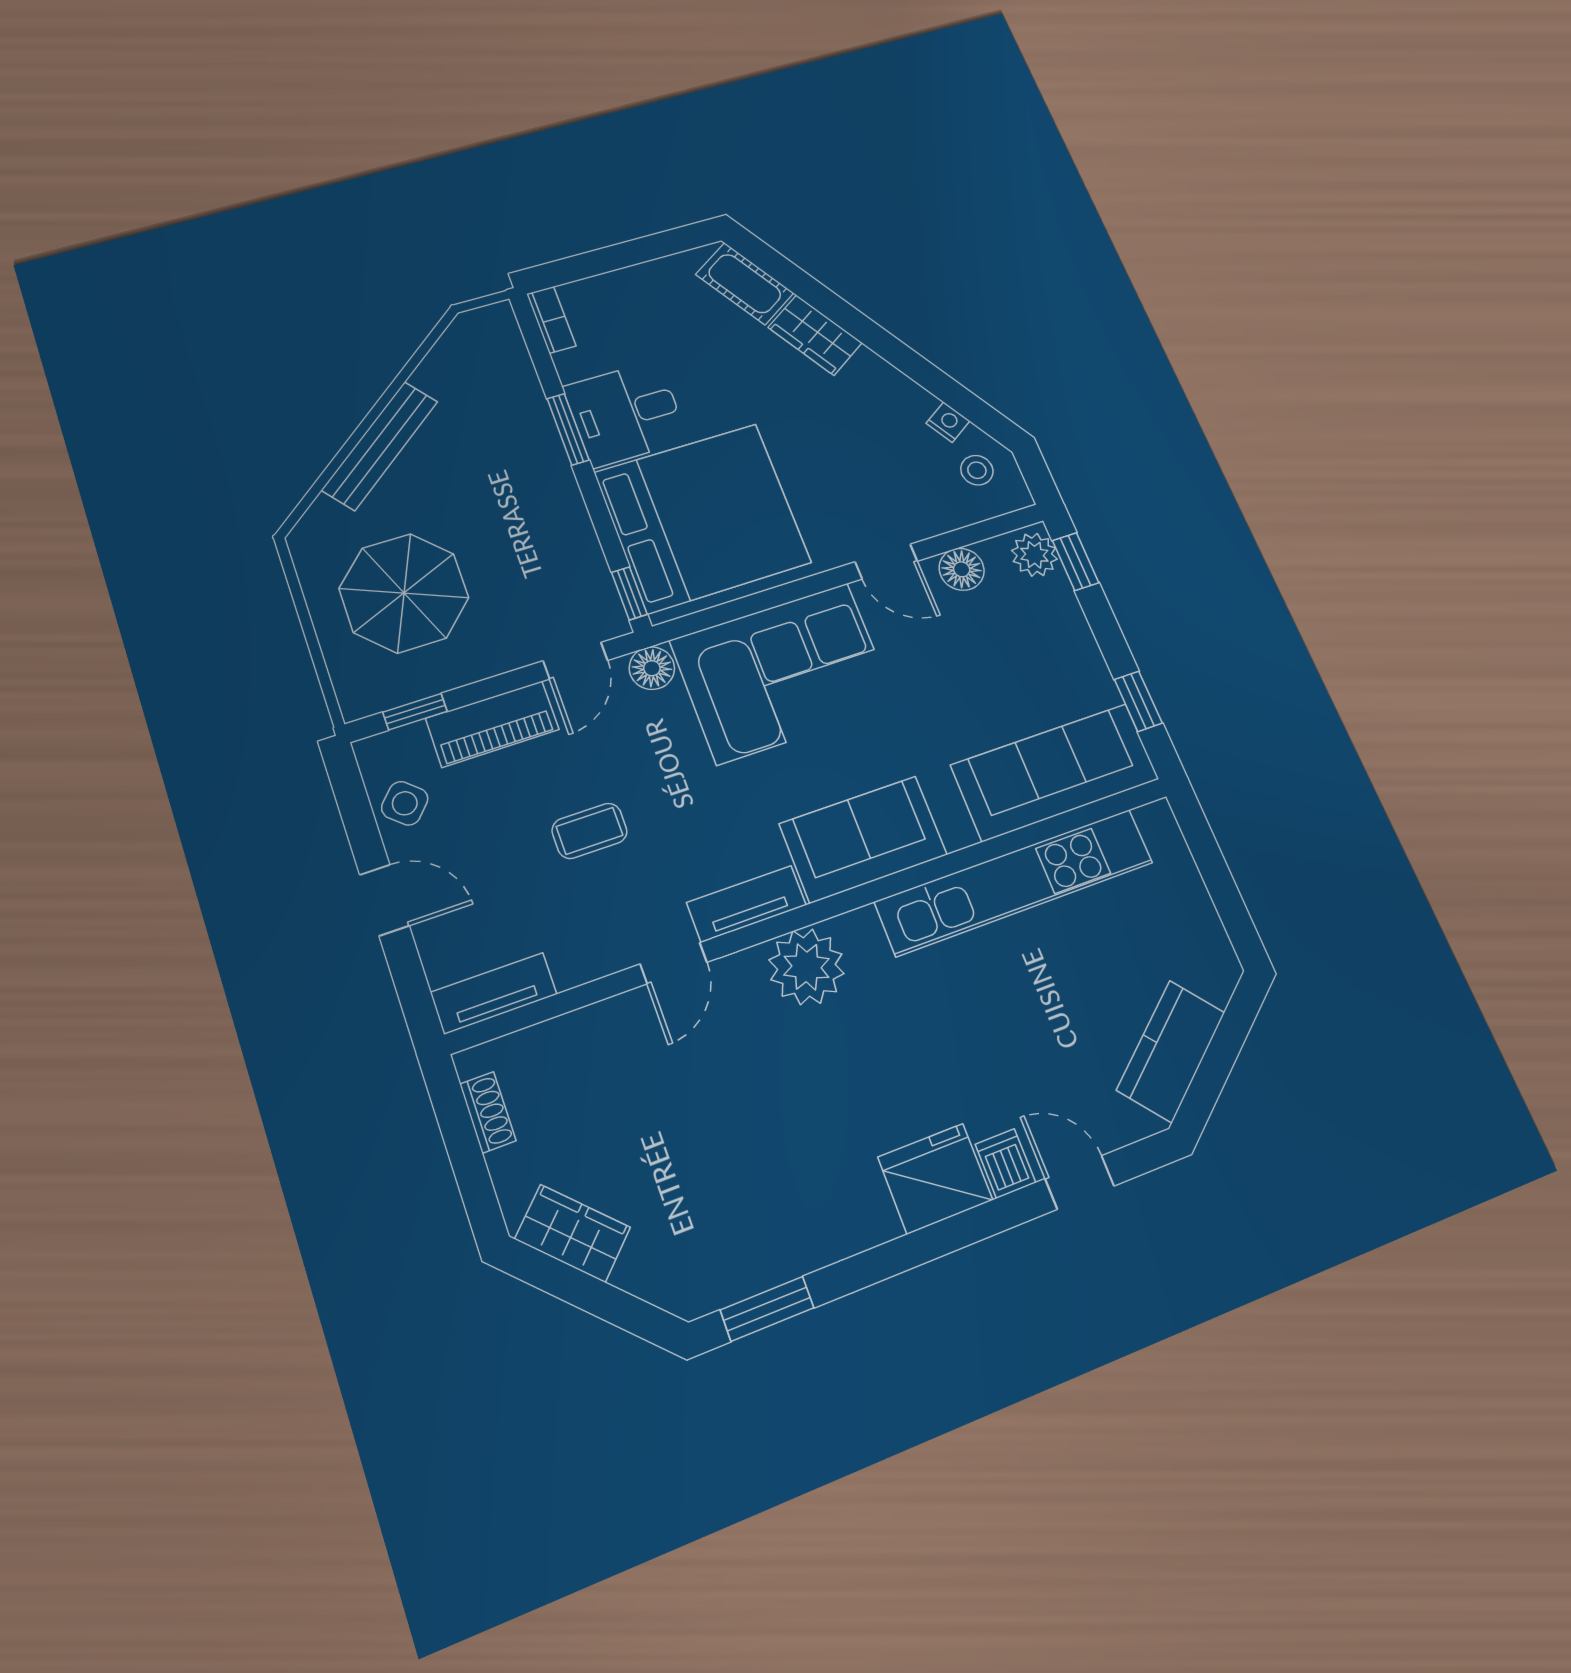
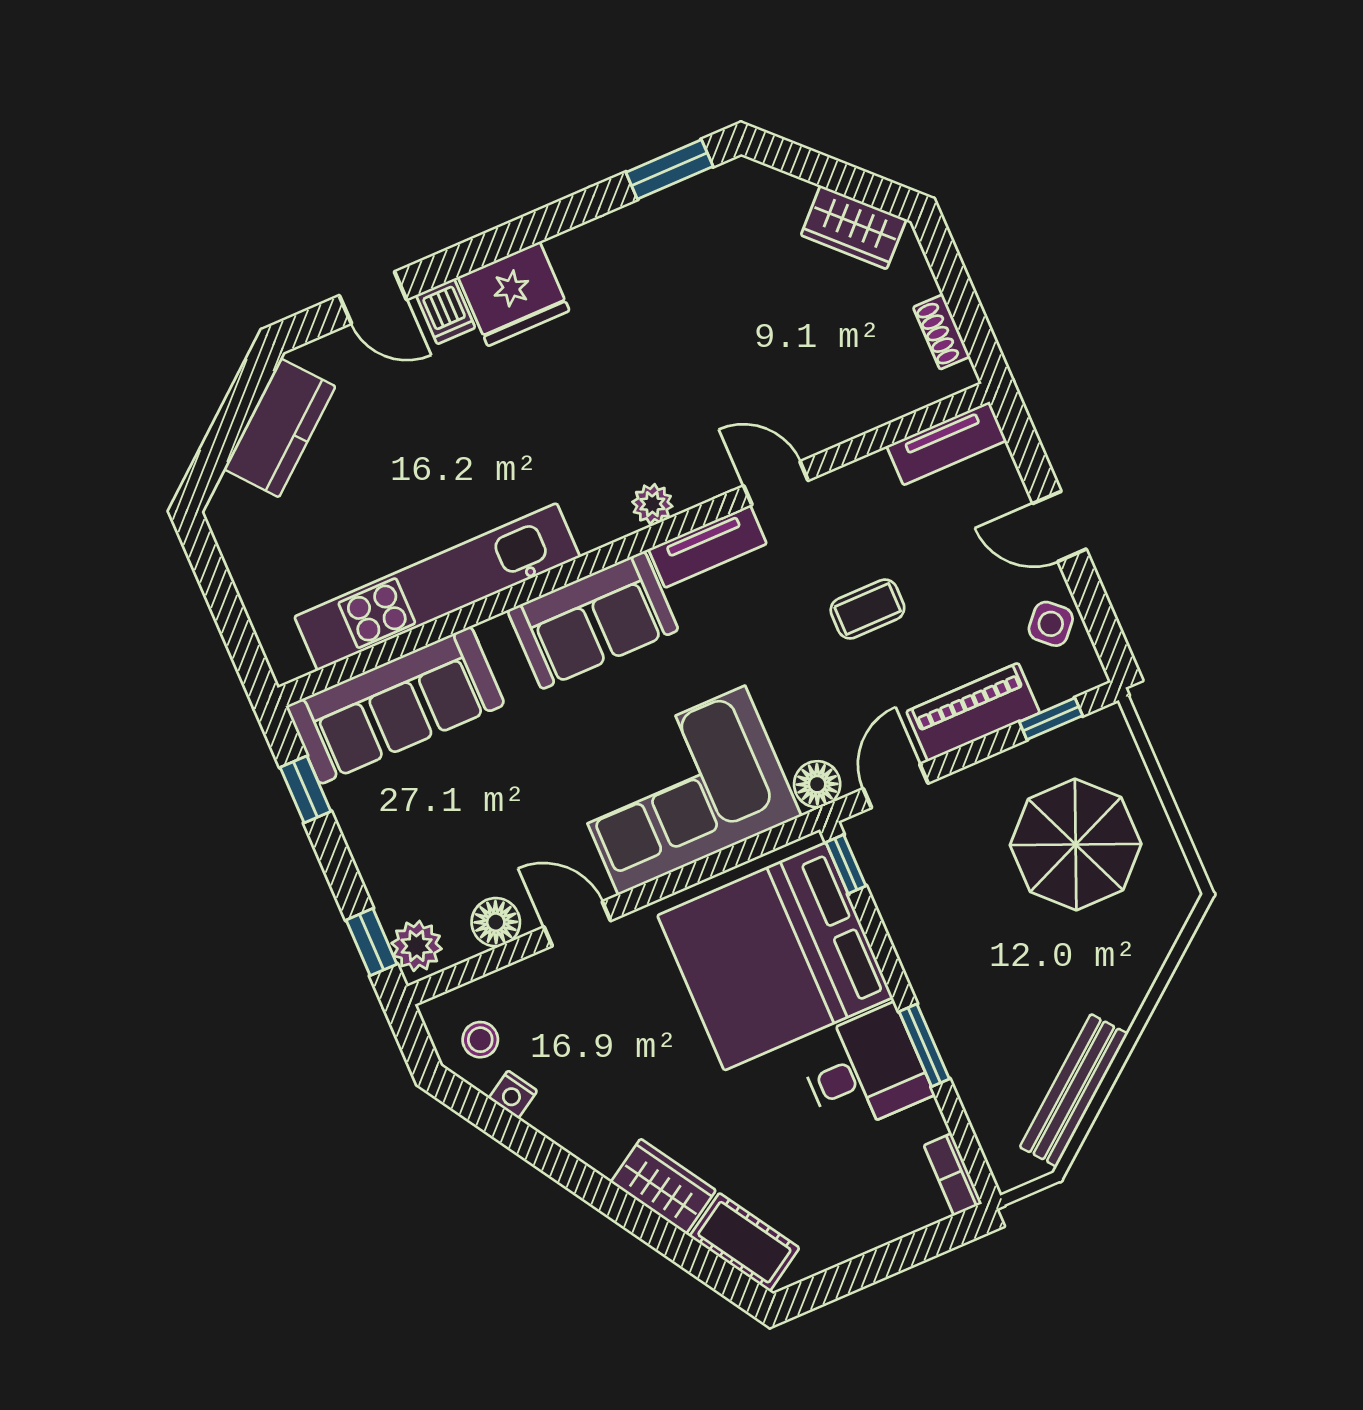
bench: (380, 446) -> (1074, 1090), moved
door: (674, 963) -> (776, 483), hinge flipped
plant: (806, 967) -> (652, 504), width x0.53, depth x0.53

